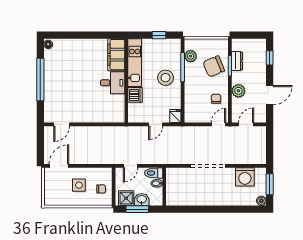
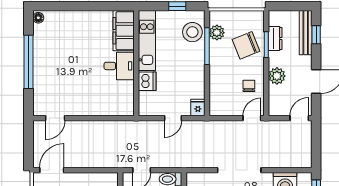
bench: (261, 56) -> (306, 33), added
stool: (165, 78) -> (192, 32), moved
door: (246, 124) -> (299, 118), moved

